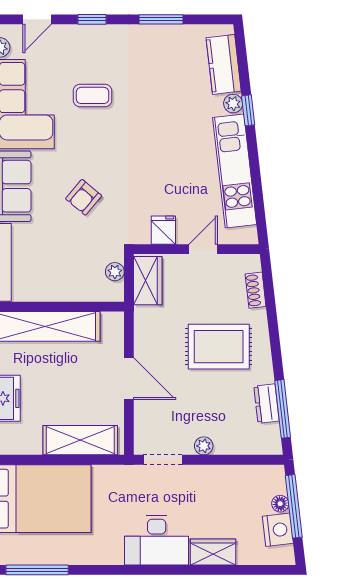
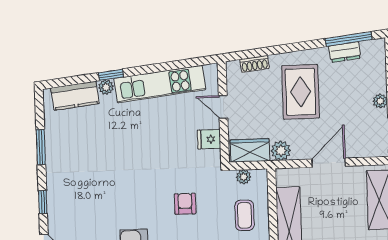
coffee table: (93, 95) -> (244, 215), moved
armchair: (84, 197) -> (185, 204), turned -130
plant: (146, 319) -> (281, 151), added

